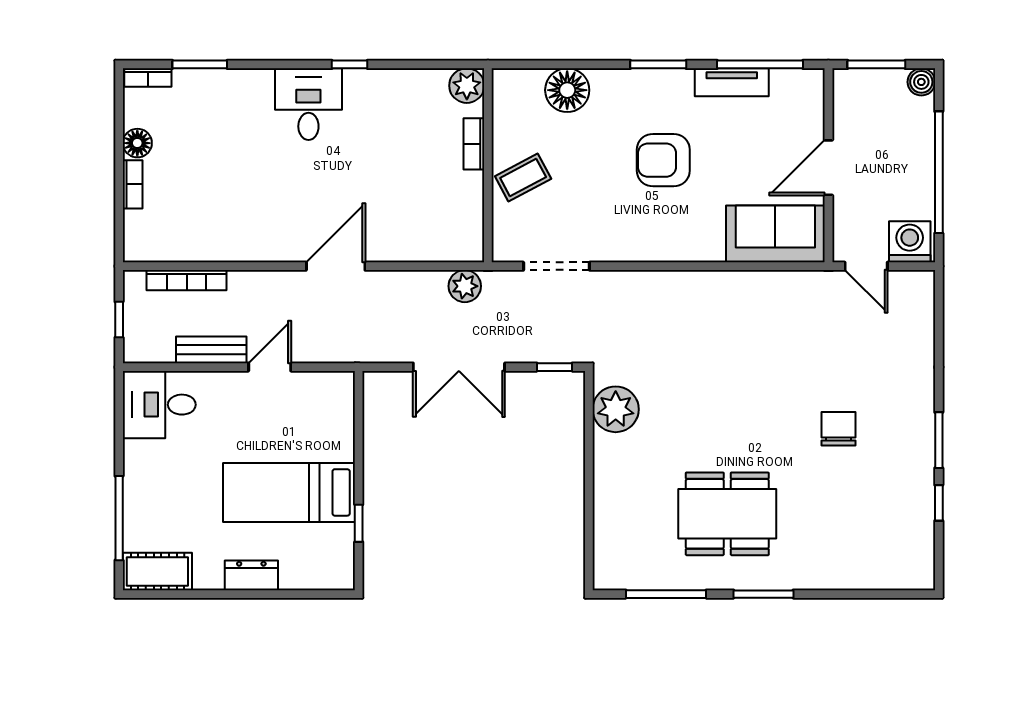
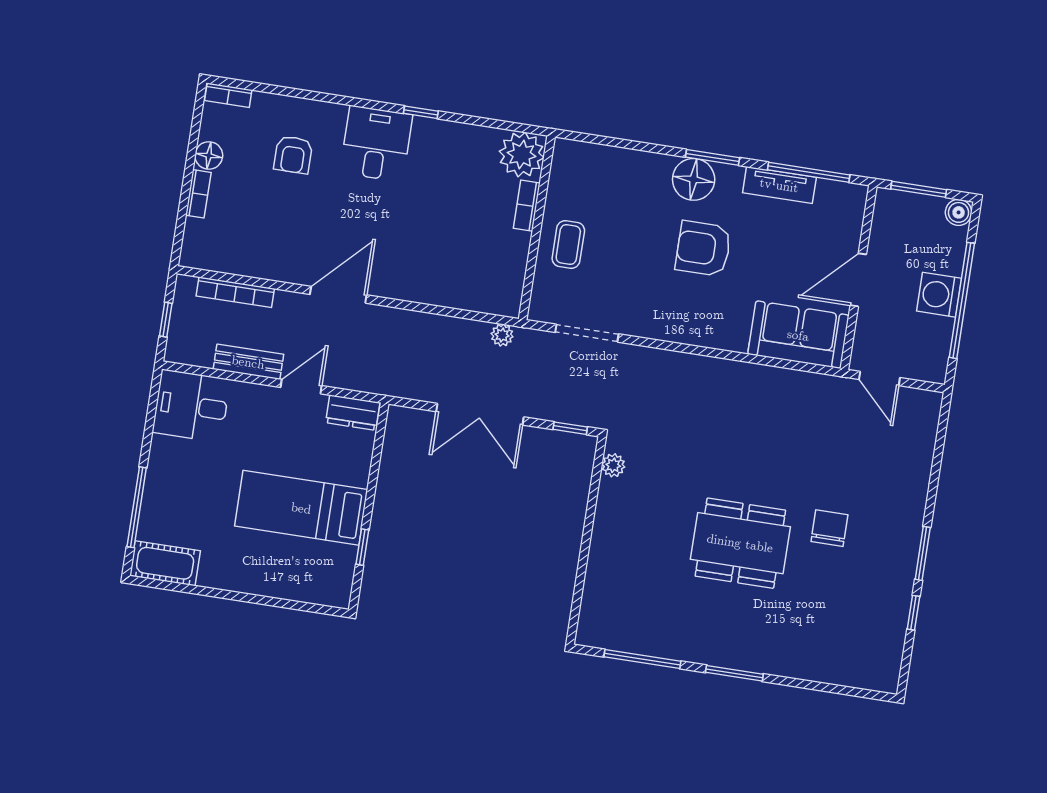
window: (200, 64) -> (279, 90), removed
plant: (467, 86) -> (522, 154), width x1.36, depth x1.36
floor lamp: (567, 90) -> (694, 179), moved
armchair: (224, 129) -> (293, 155), added
coffee table: (523, 178) -> (568, 245), turned -62
washing machine: (910, 242) -> (939, 295), moved, turned -90
door: (336, 266) -> (338, 295), moved
plant: (465, 286) -> (502, 335), width x0.73, depth x0.73
plant: (616, 409) -> (613, 465), width x0.53, depth x0.53
dining table: (727, 514) -> (740, 543), moved
dresser: (251, 575) -> (353, 413), moved, turned 180

